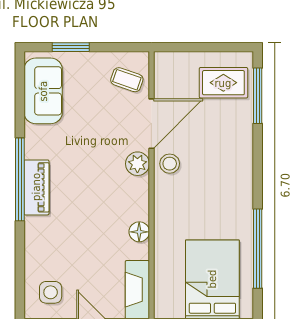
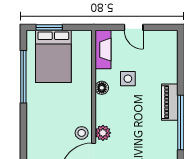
piano: (36, 187) -> (170, 102), moved
side table: (51, 292) -> (128, 79), moved

